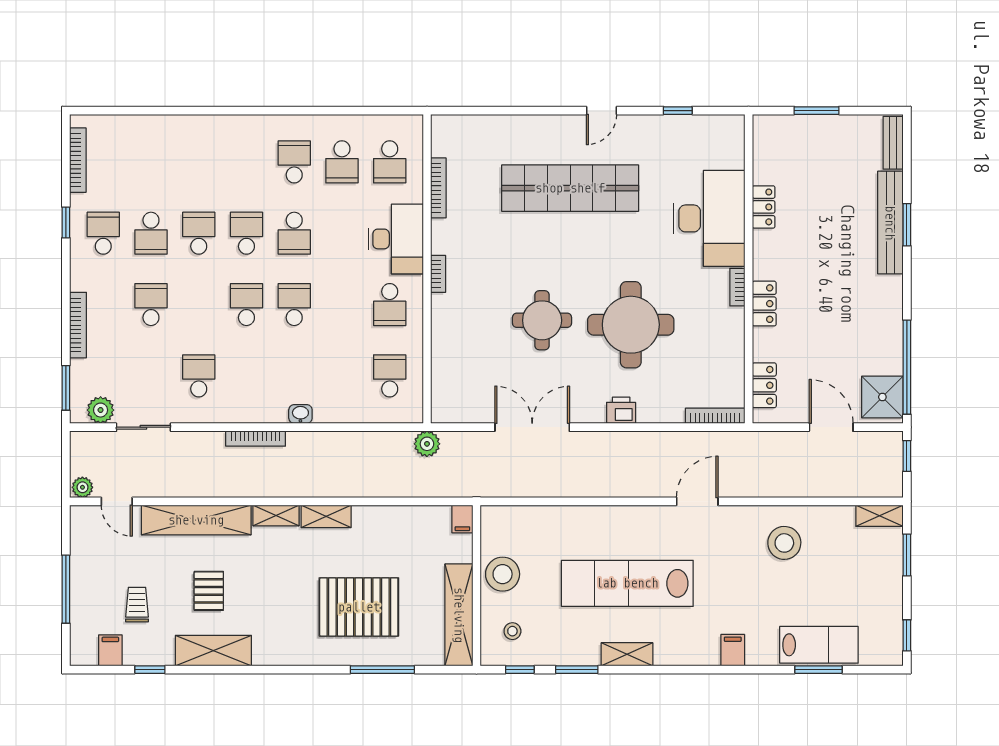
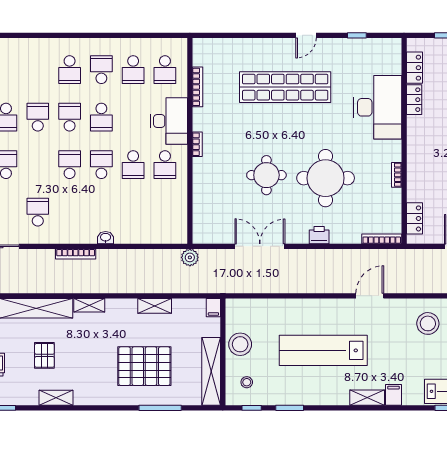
school desk: (246, 162) -> (70, 70), added
bookcase: (737, 287) -> (397, 175), moved
locker: (764, 304) -> (414, 68), moved
school desk: (390, 376) -> (133, 165), moved, turned 180
shelving: (326, 516) -> (155, 306), moved
shelving: (213, 651) -> (56, 398), width x0.67, depth x0.75
shelving: (627, 654) -> (367, 398), moved

